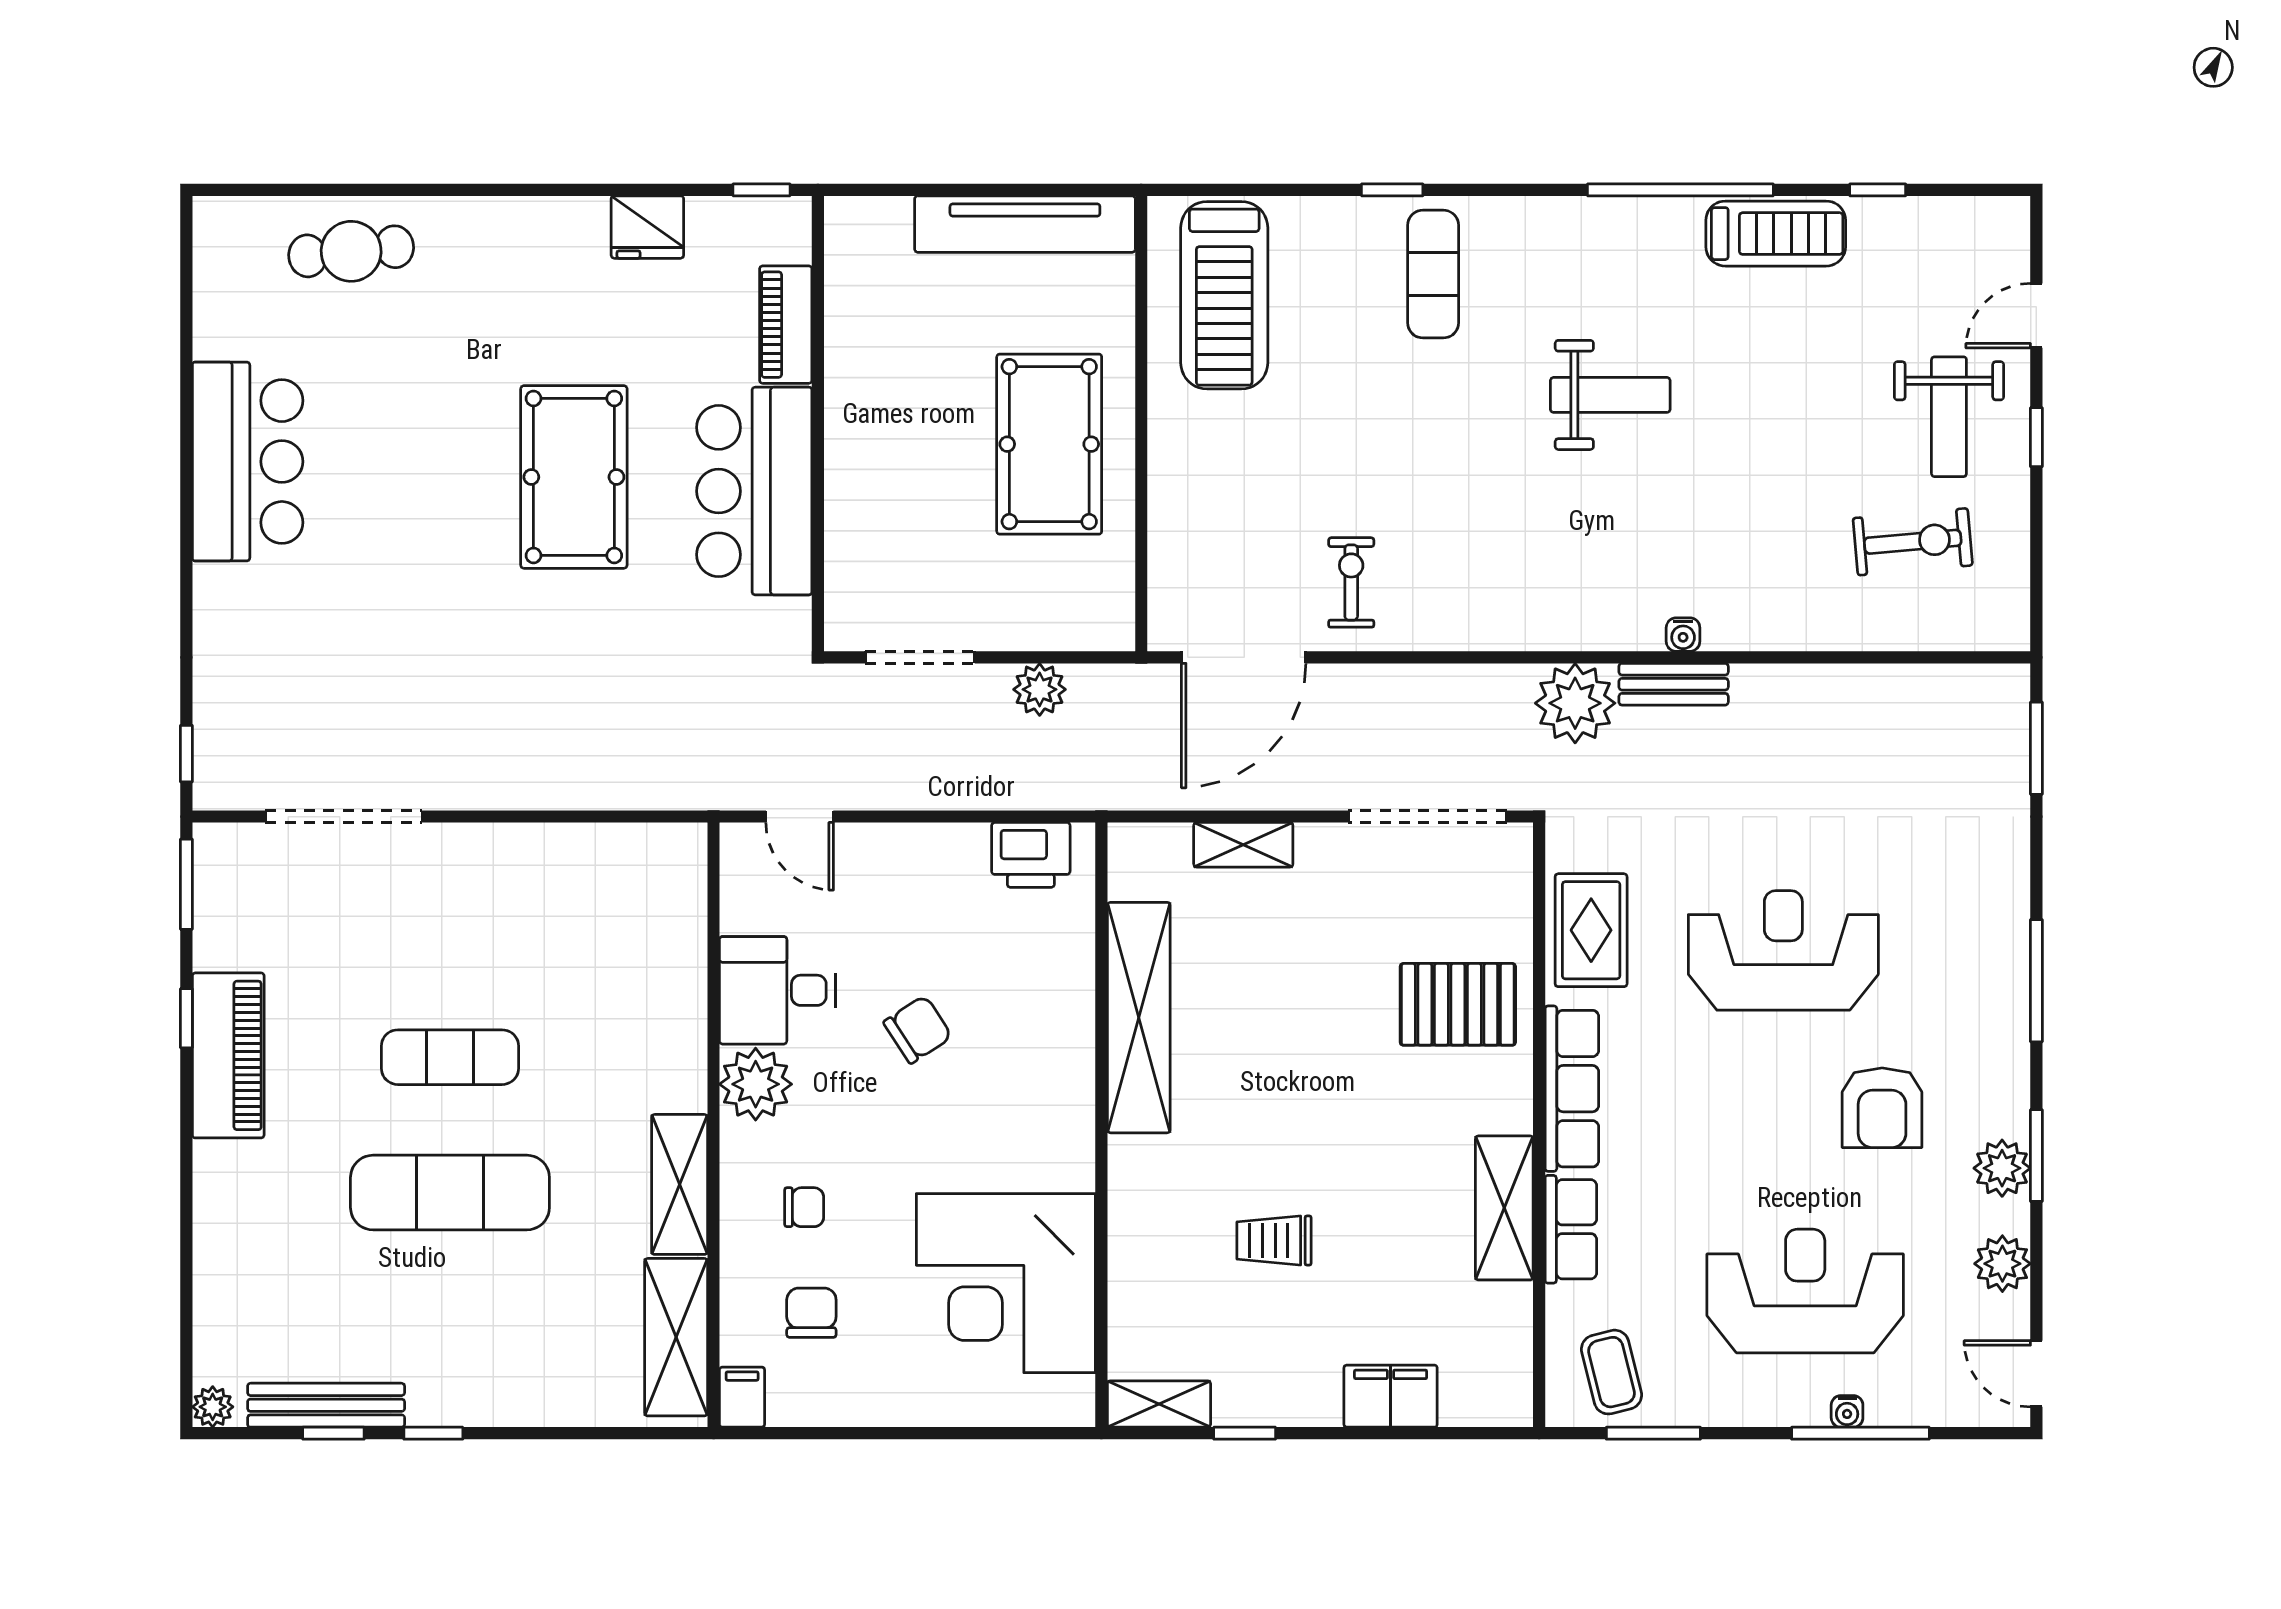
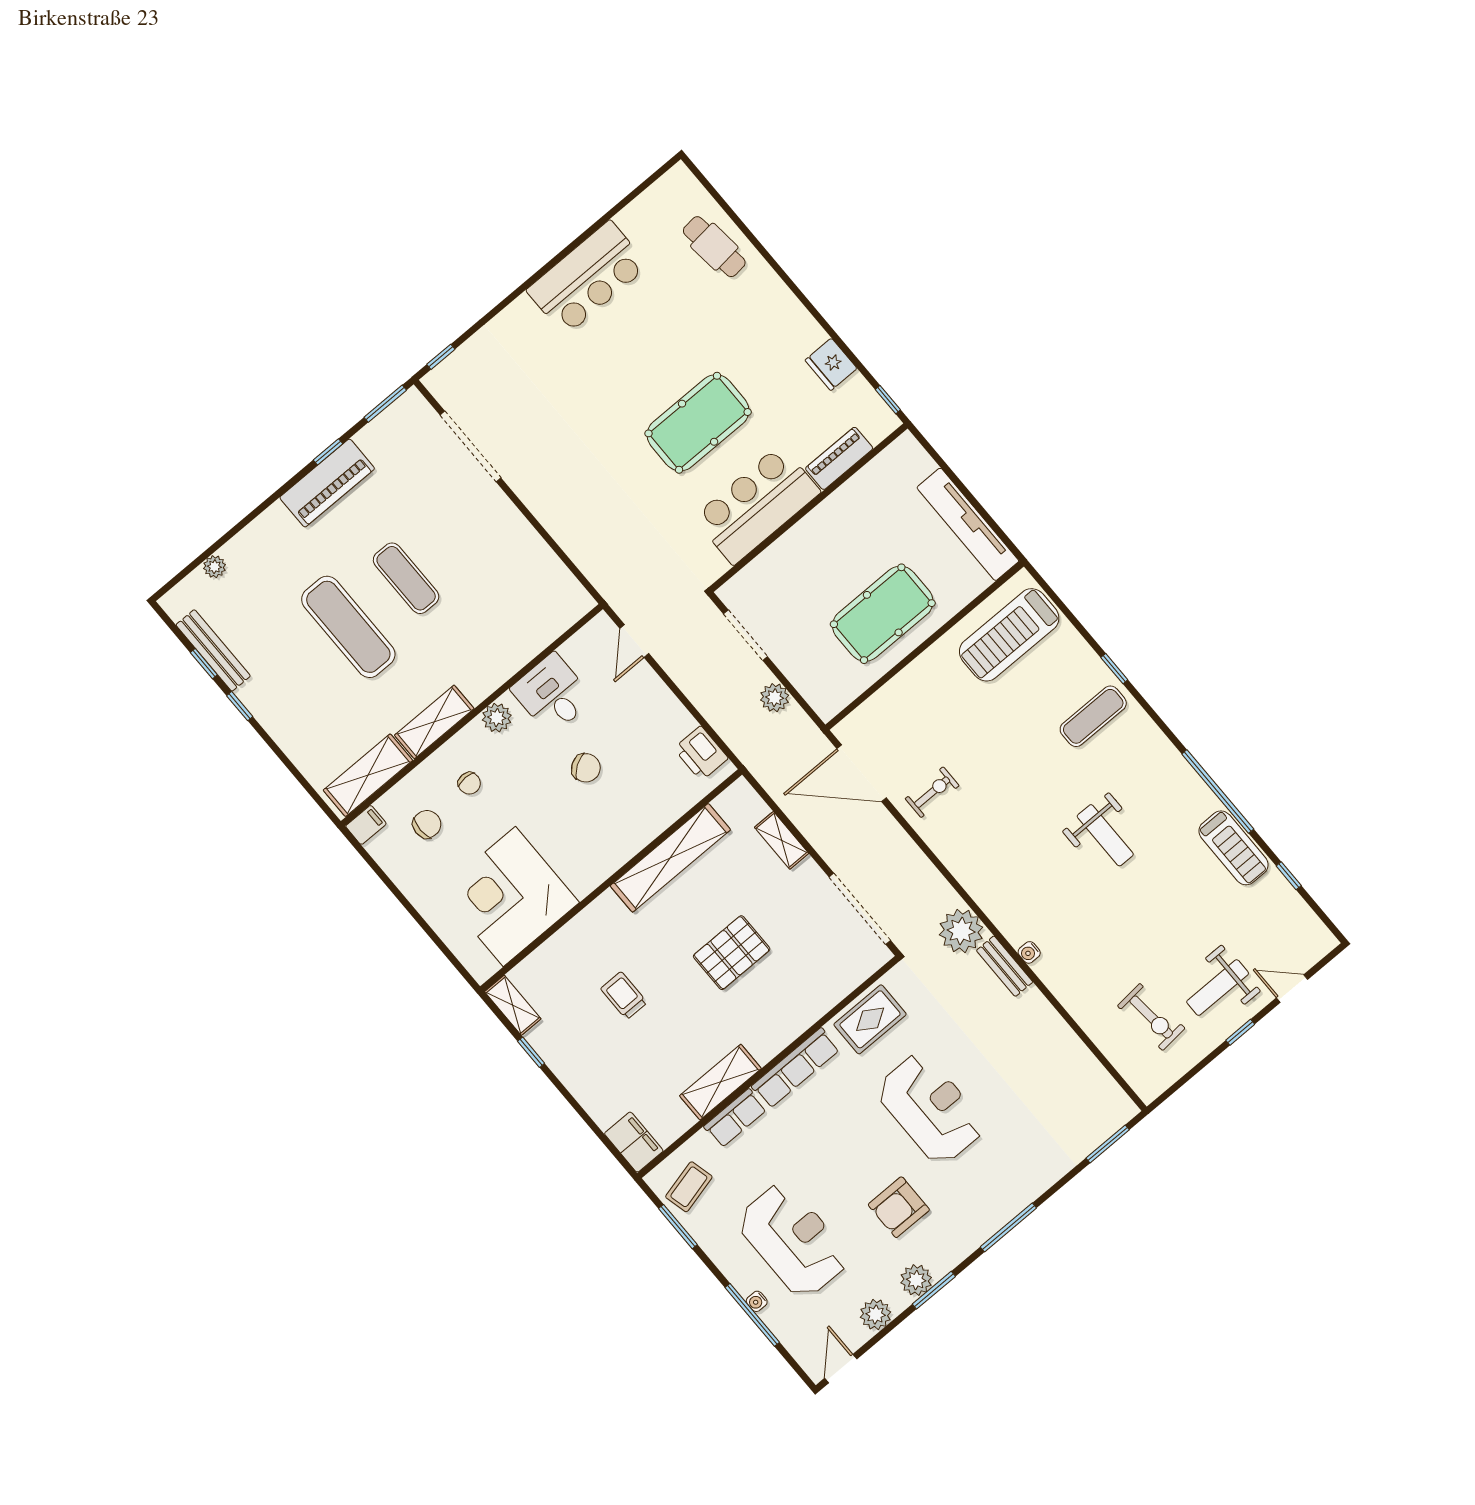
pallet: (1458, 1004) -> (732, 953), moved, turned 90
plant: (756, 1084) -> (497, 718), width x0.73, depth x0.73
filing cabinet: (1391, 1396) -> (634, 1142), moved
plant: (213, 1407) -> (214, 567), moved

